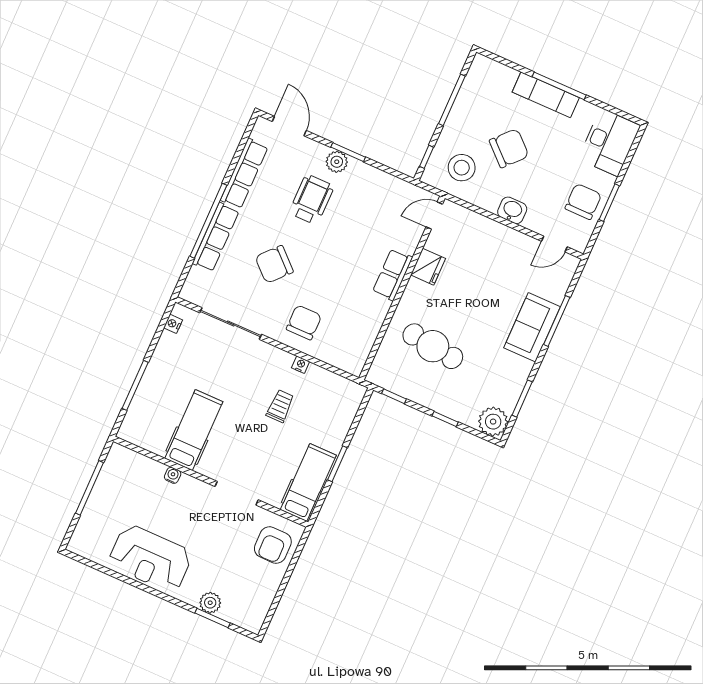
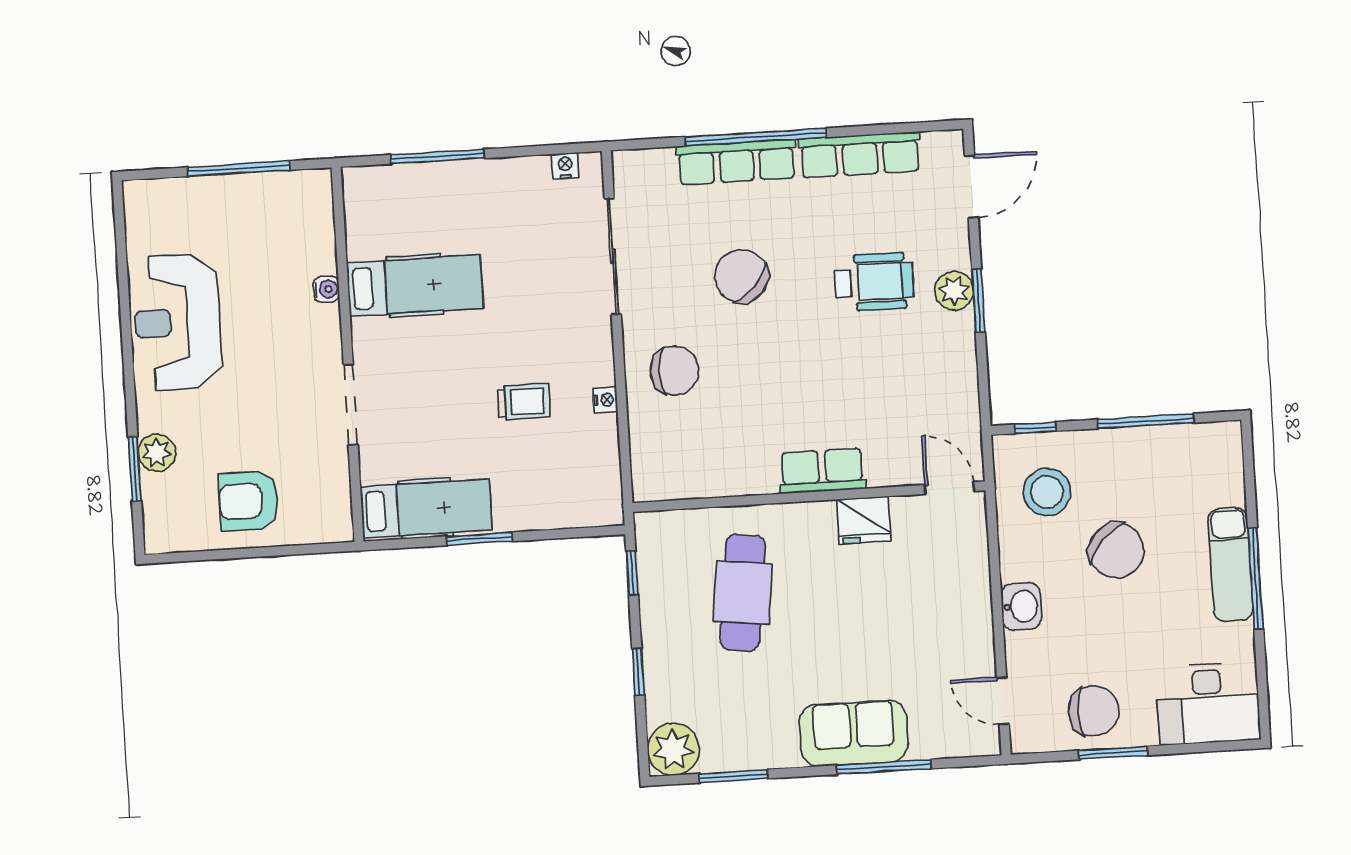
armchair: (273, 545) -> (248, 501), moved

